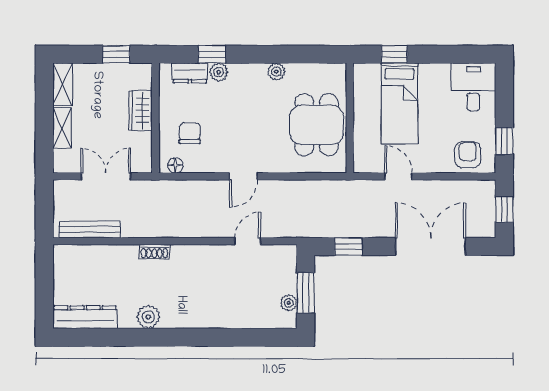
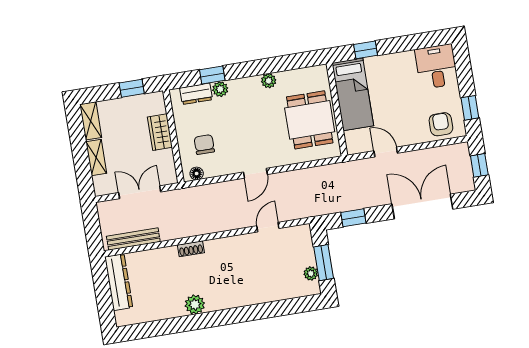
bed: (400, 103) -> (353, 94), moved
dresser: (85, 317) -> (119, 282), moved, turned 90

